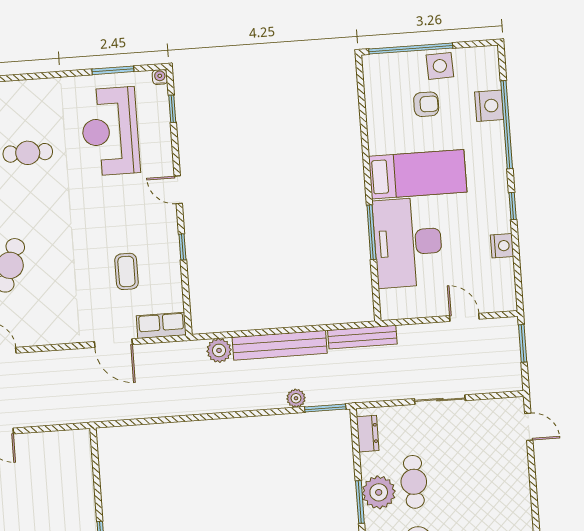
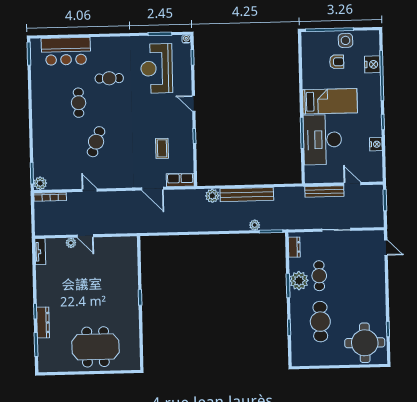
bench: (362, 337) -> (324, 191), moved

